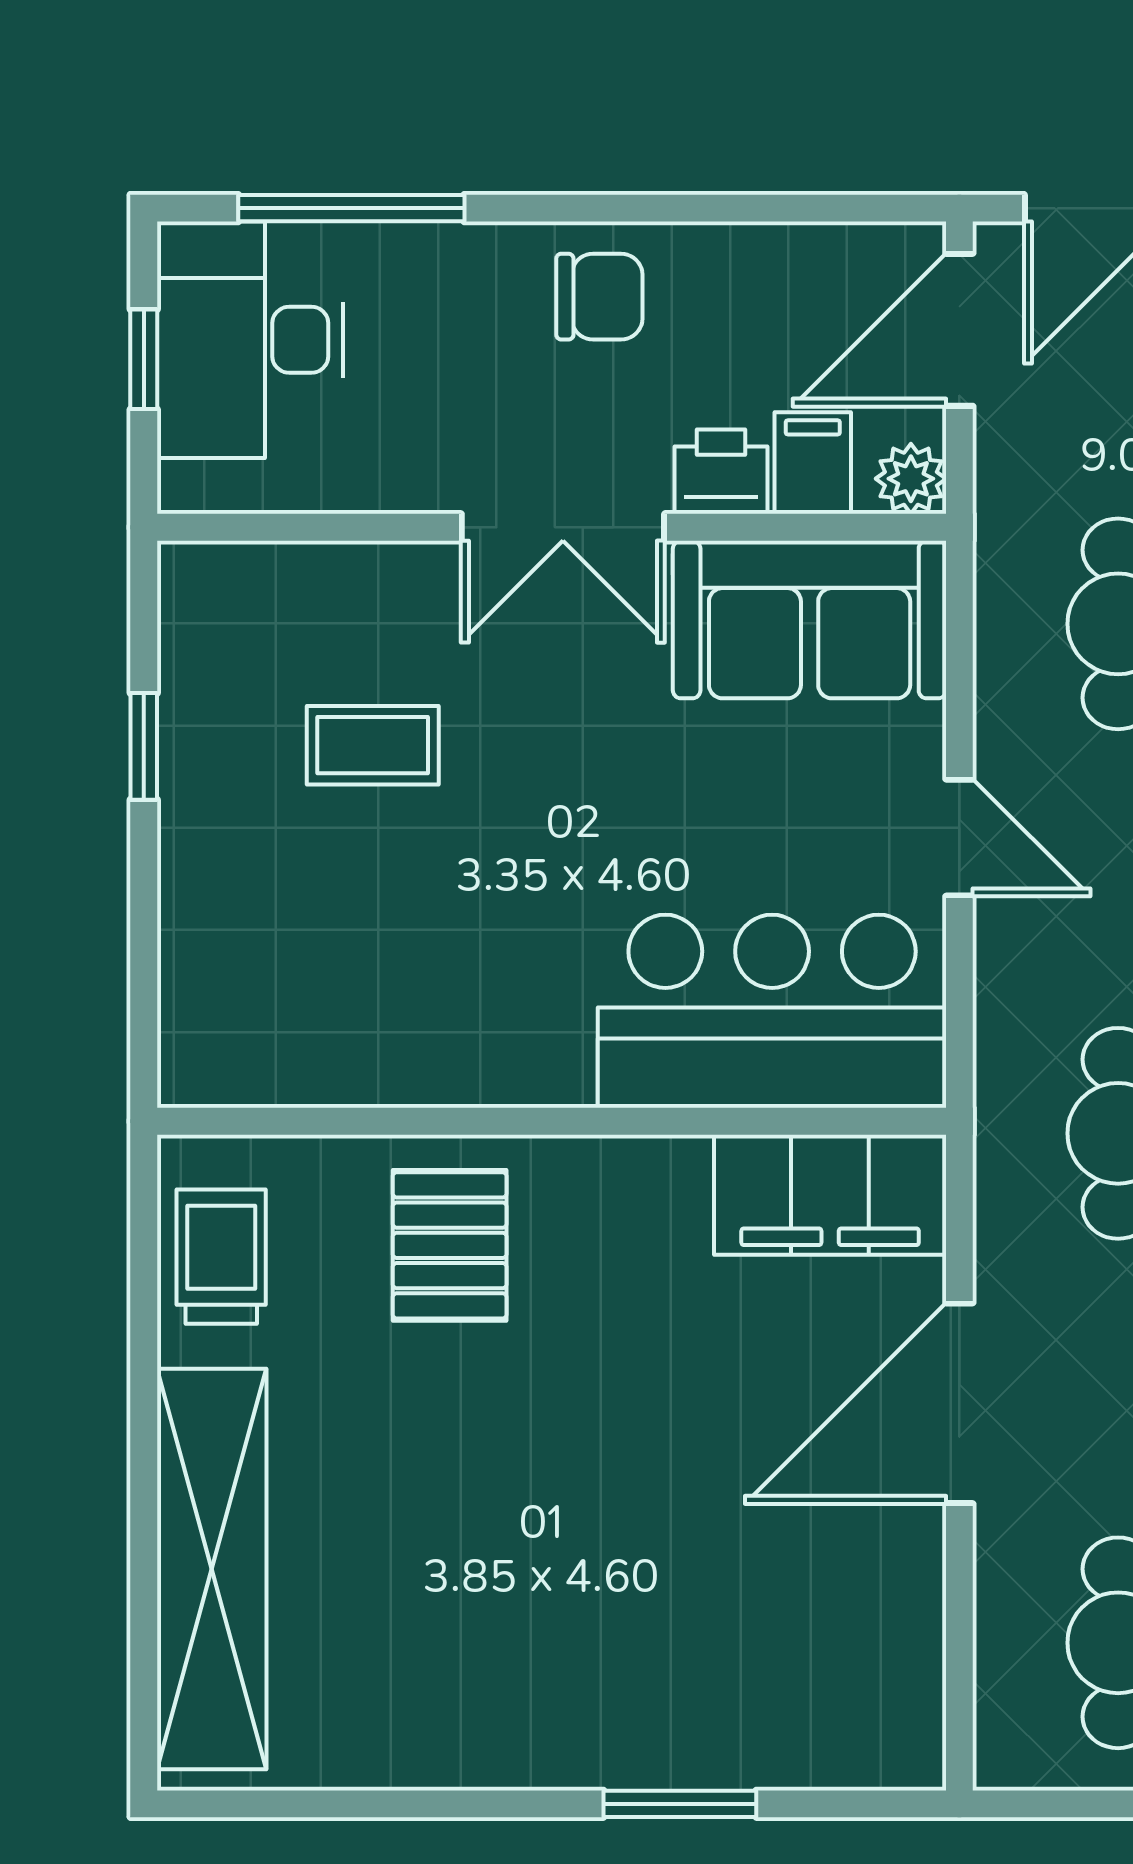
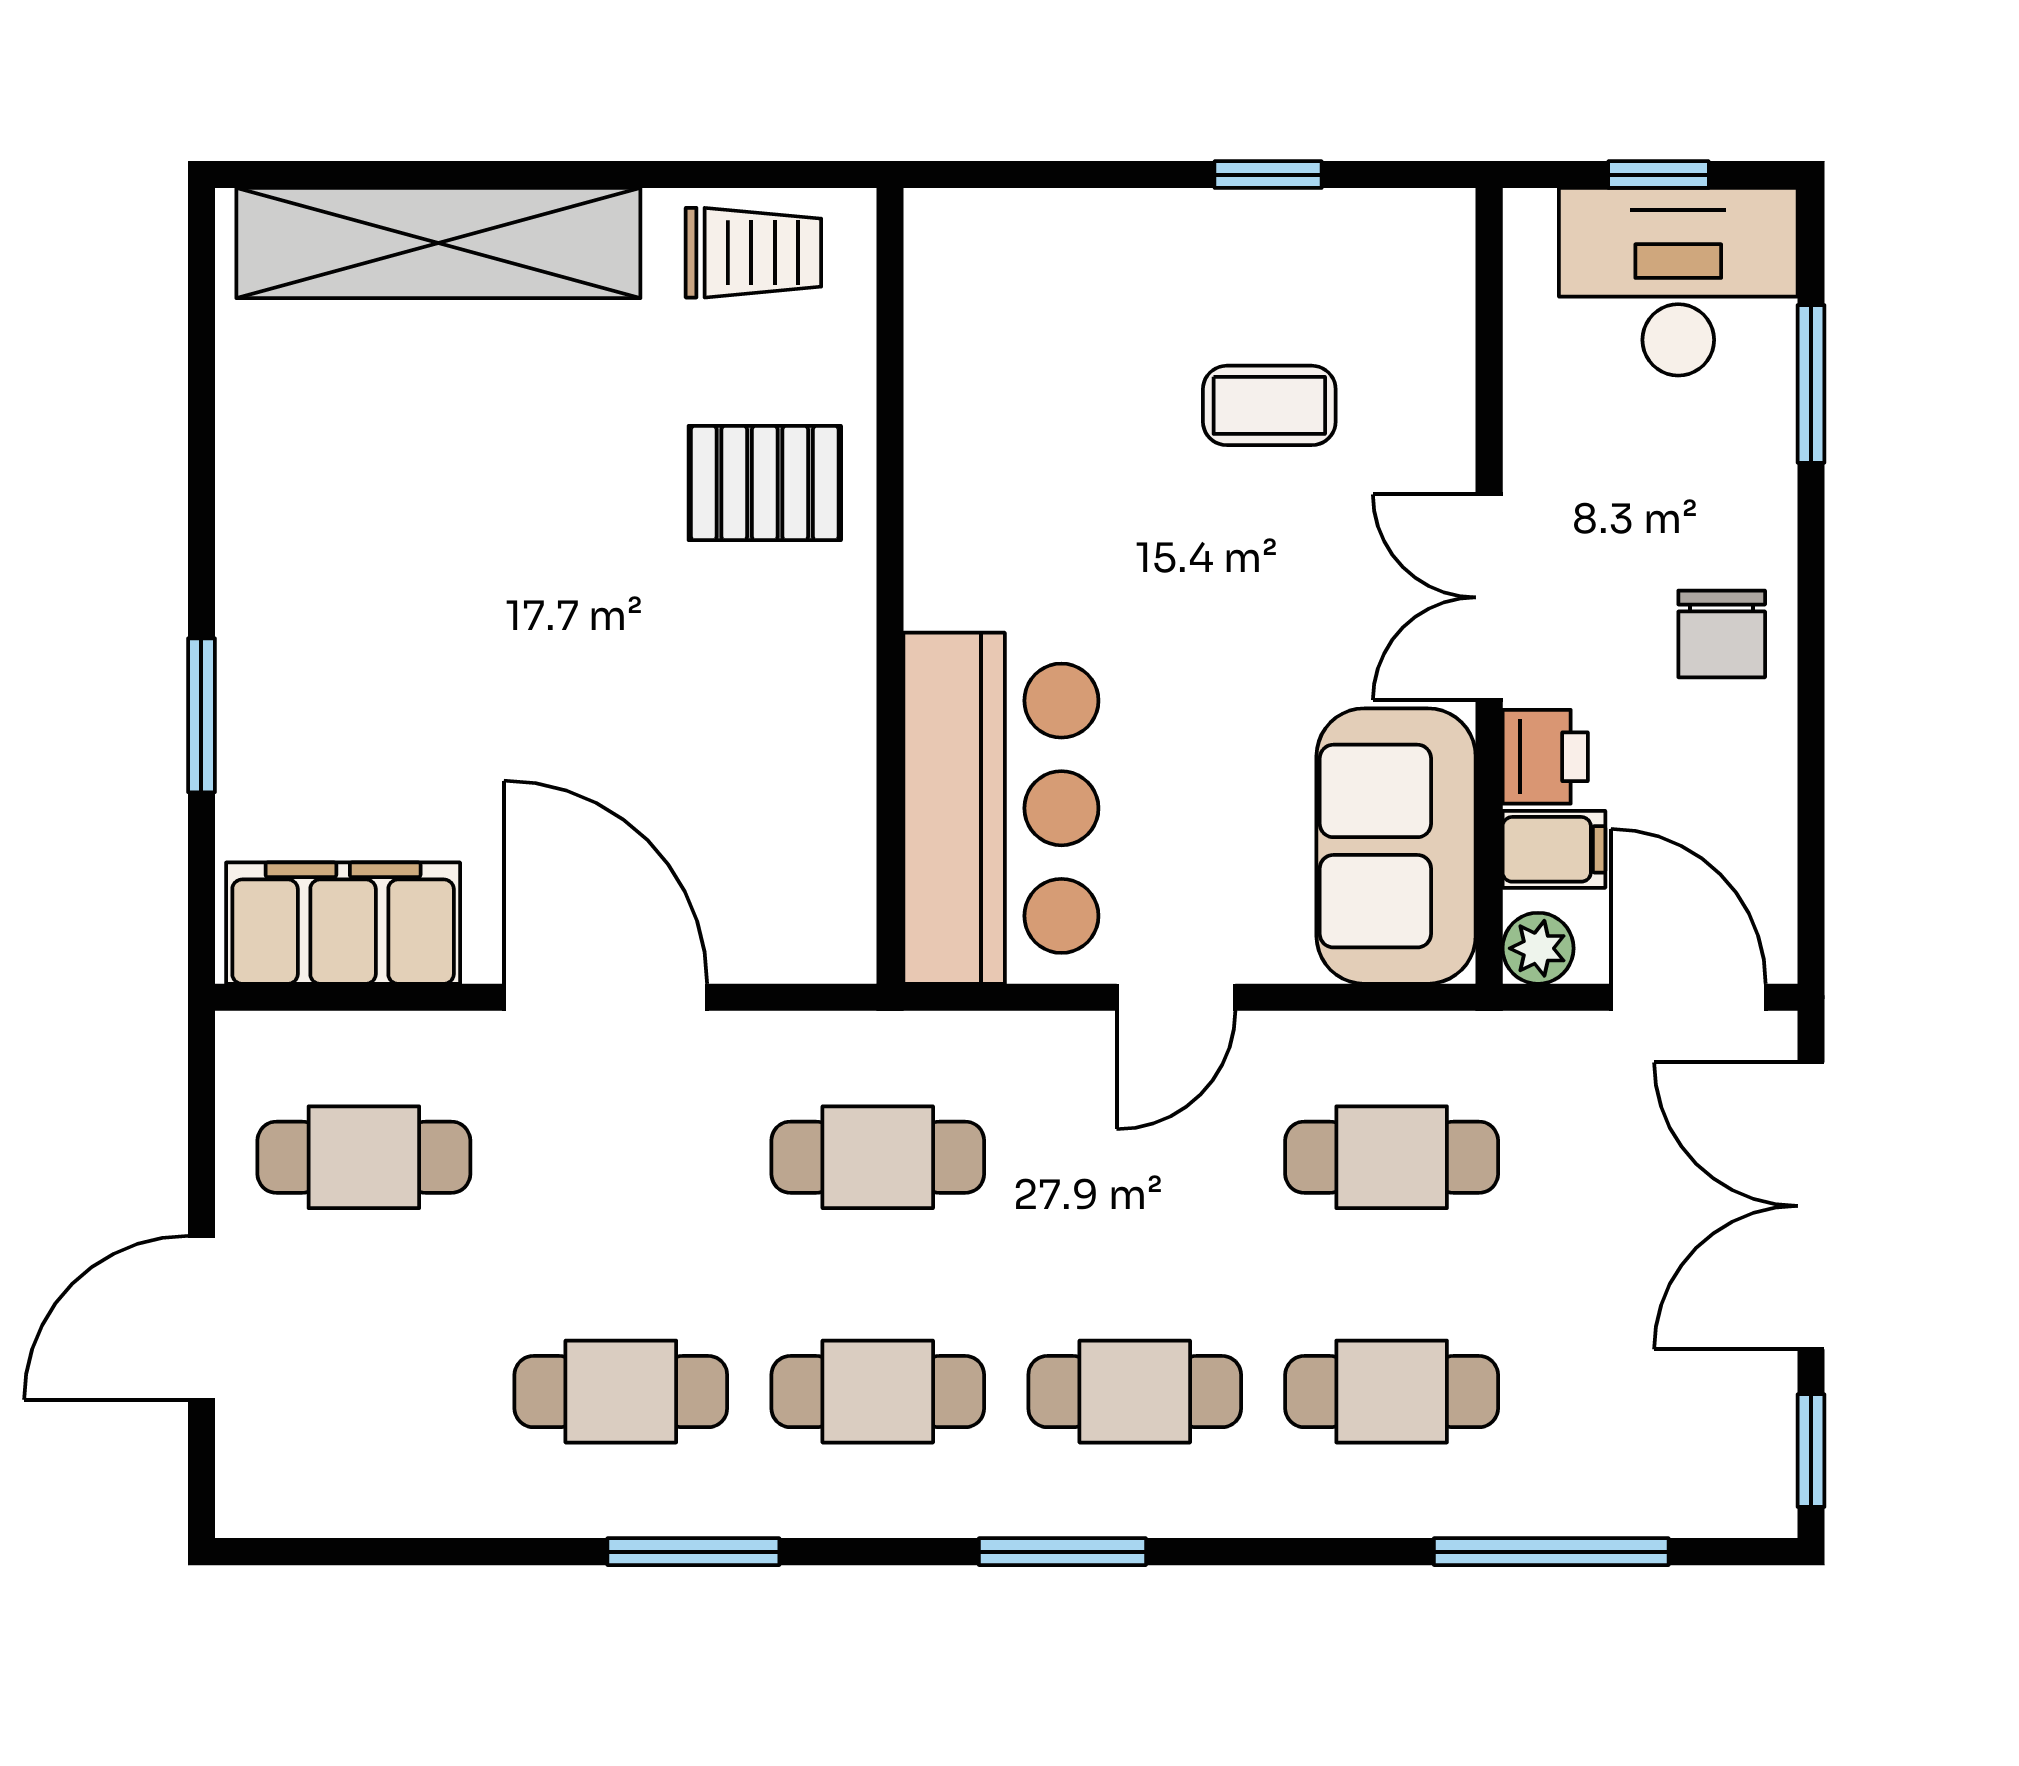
window: (351, 208) -> (1811, 384), width x0.69
coffee table: (373, 745) -> (1269, 405), turned 90
filing cabinet: (830, 1195) -> (343, 923), moved, turned 90

